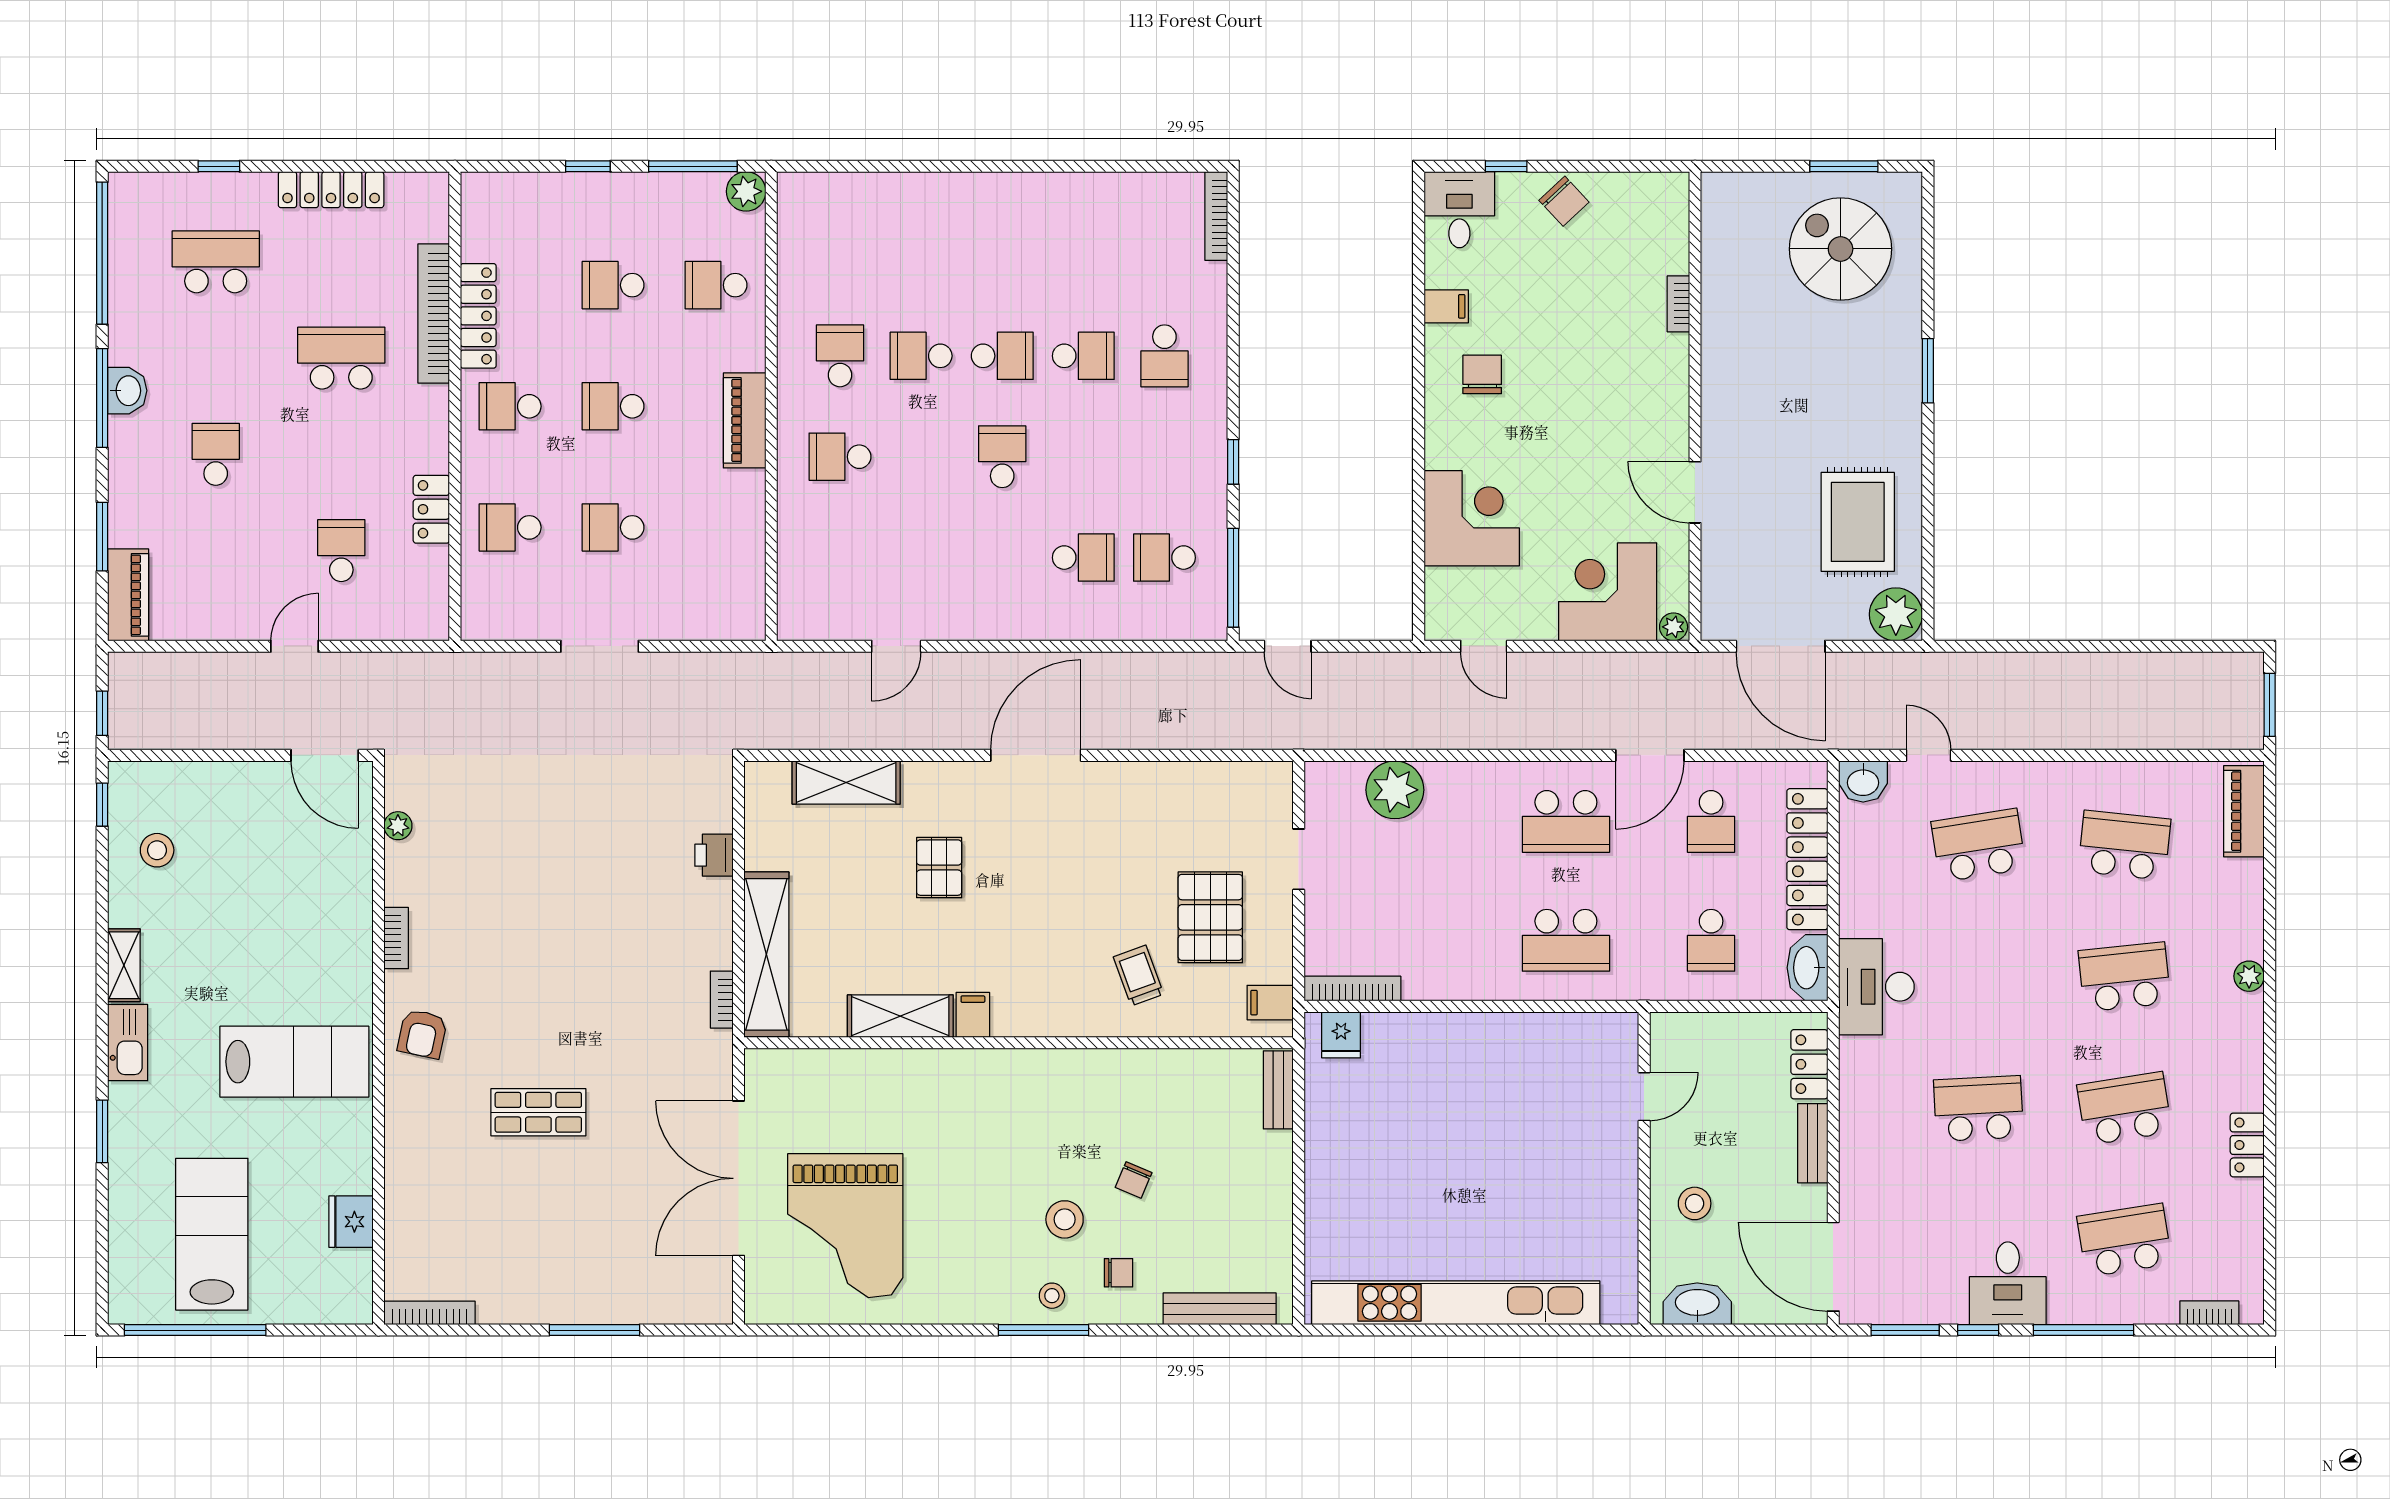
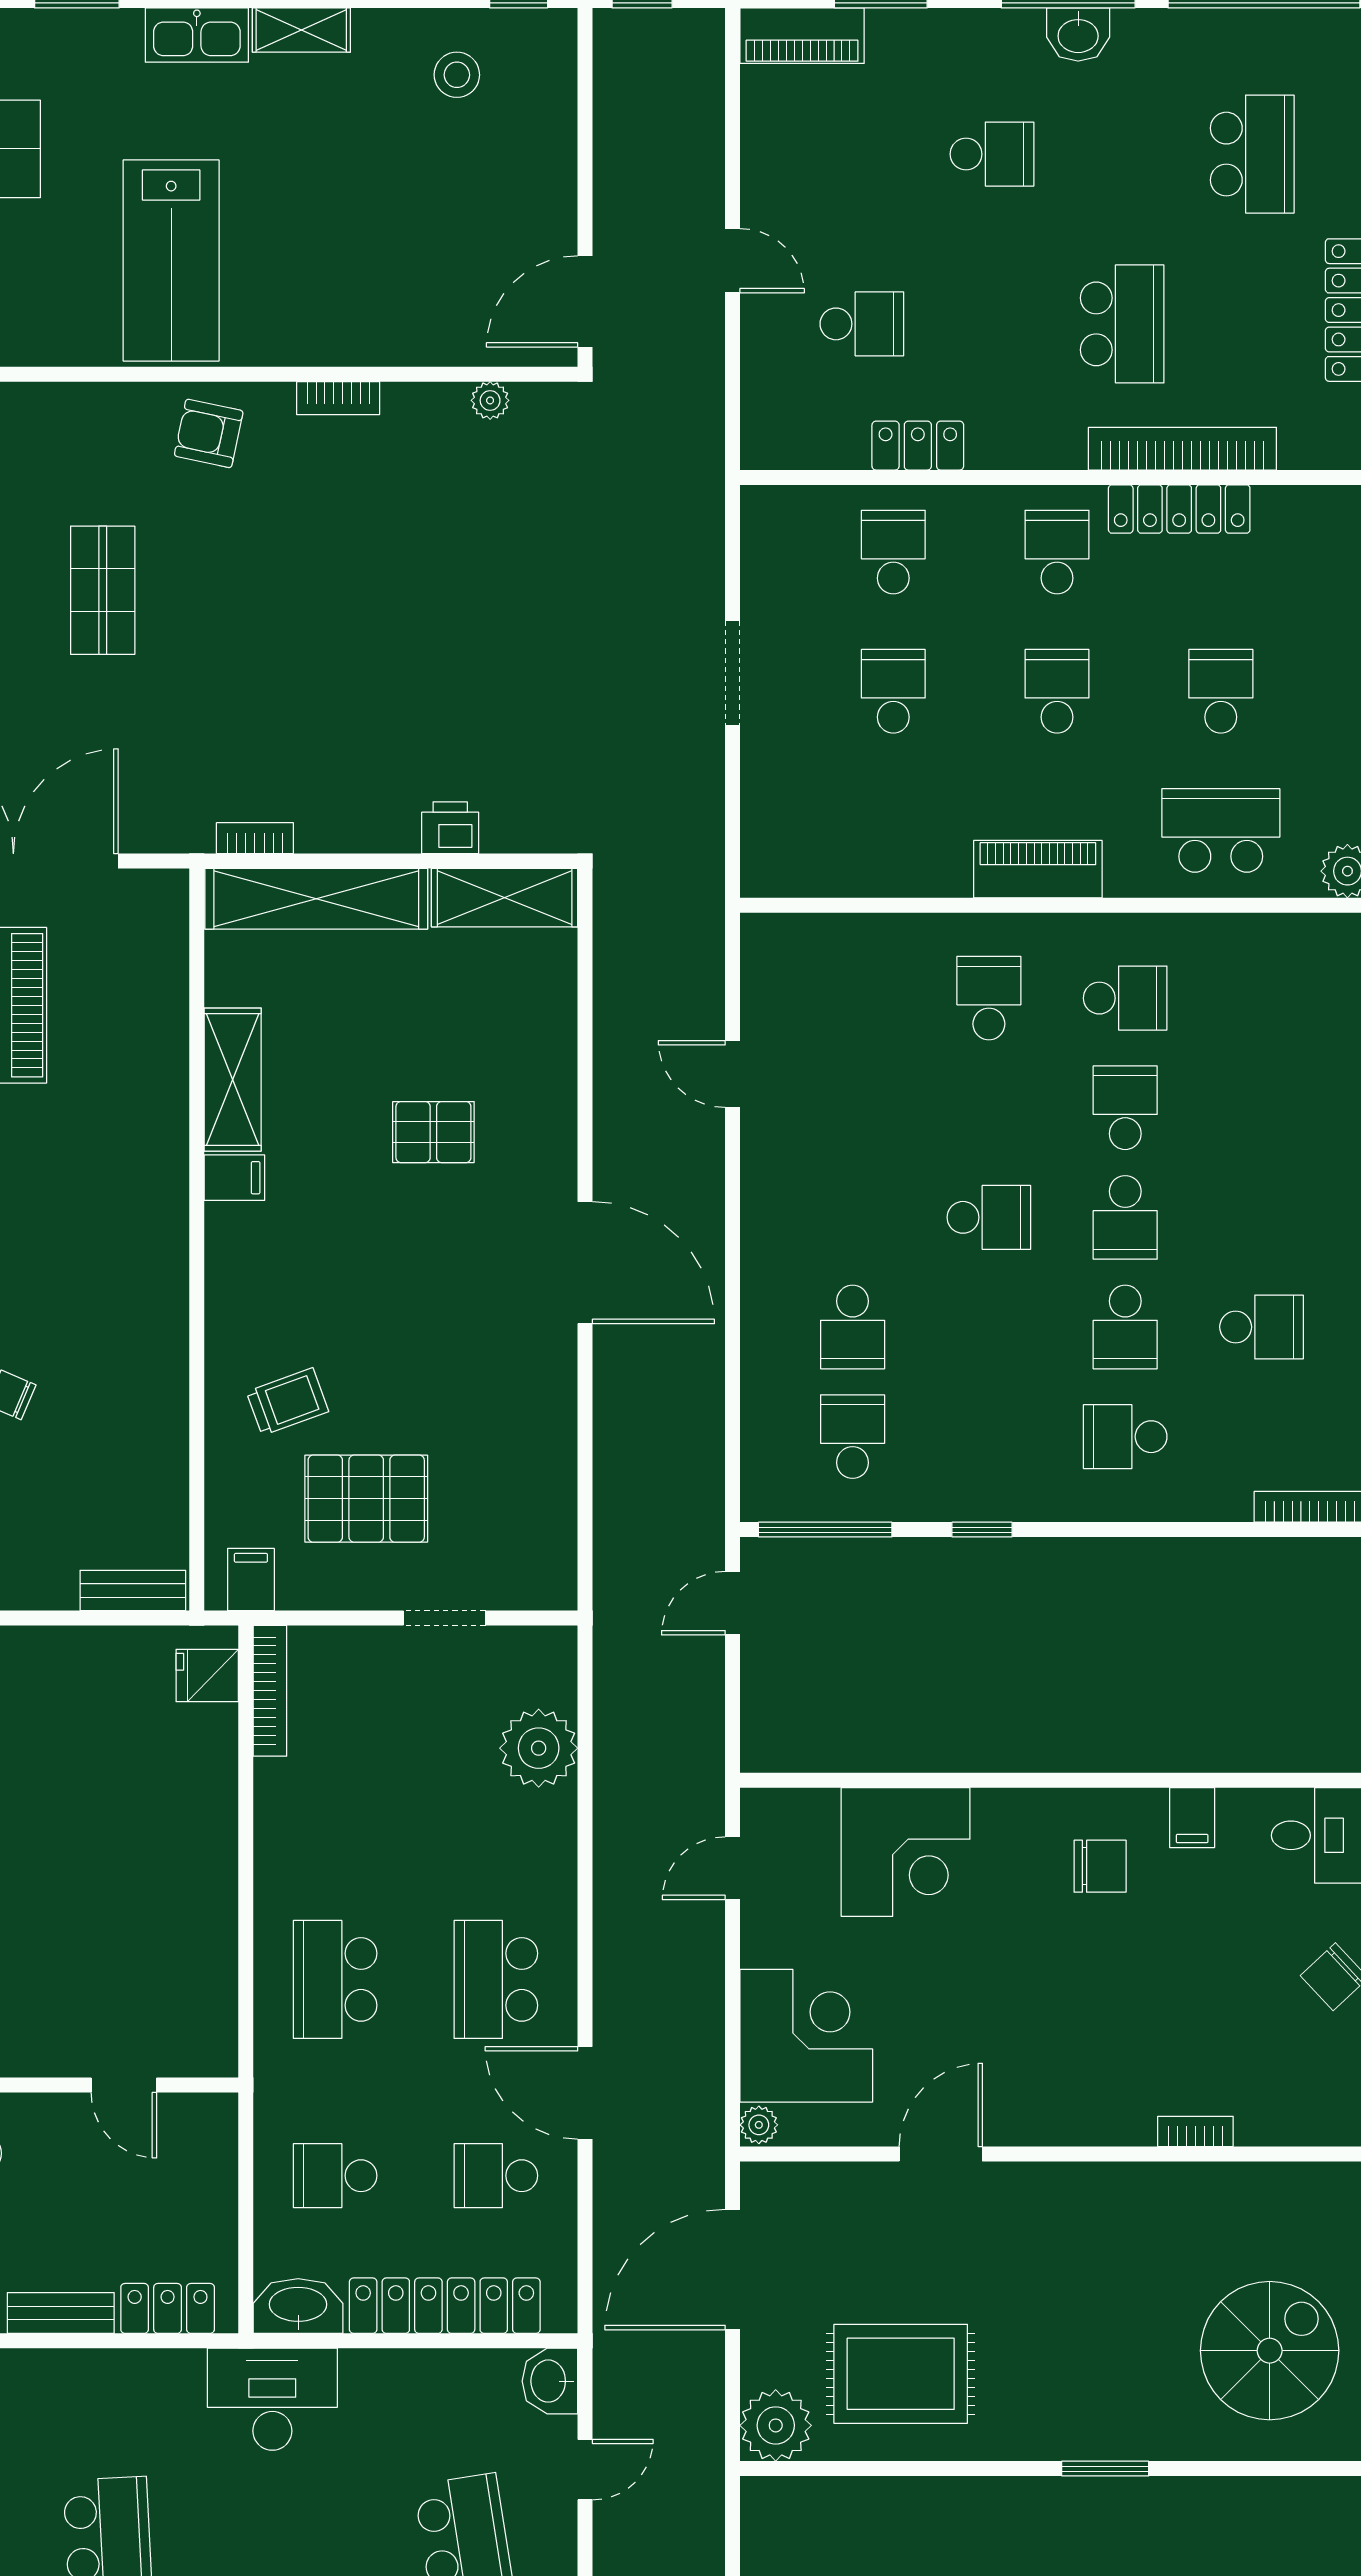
school desk: (1083, 255) -> (1262, 1327), added
school desk: (716, 285) -> (1221, 830), width x1.85
shelving: (846, 782) -> (505, 898), moved, turned 90

